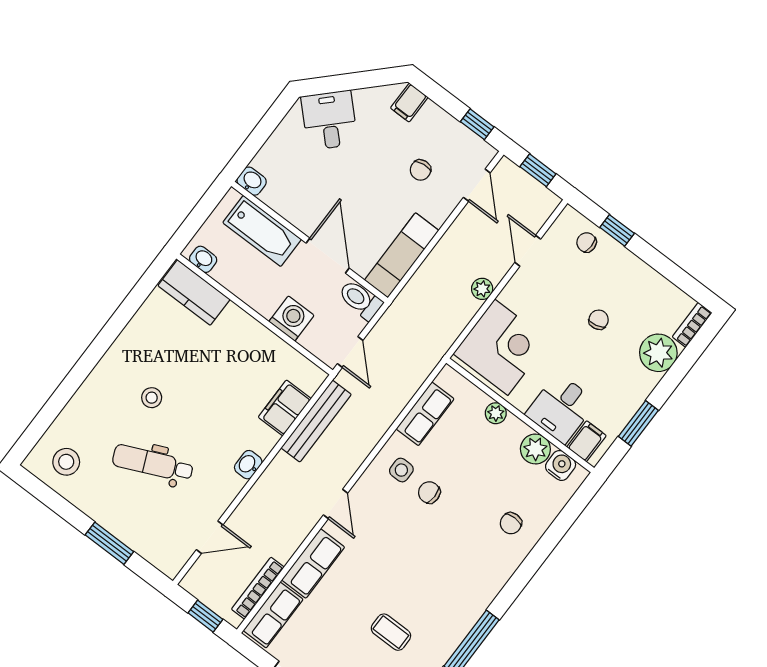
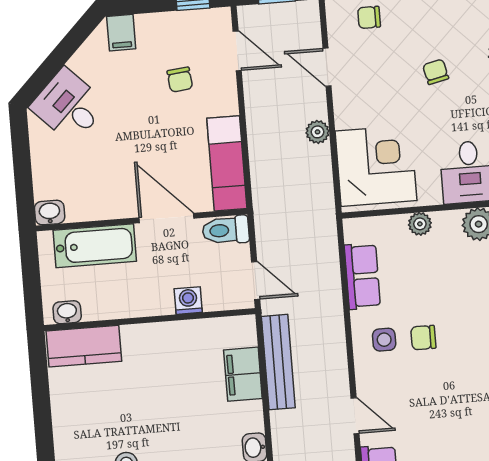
washing machine: (291, 319) -> (188, 301), width x0.73, depth x0.73

